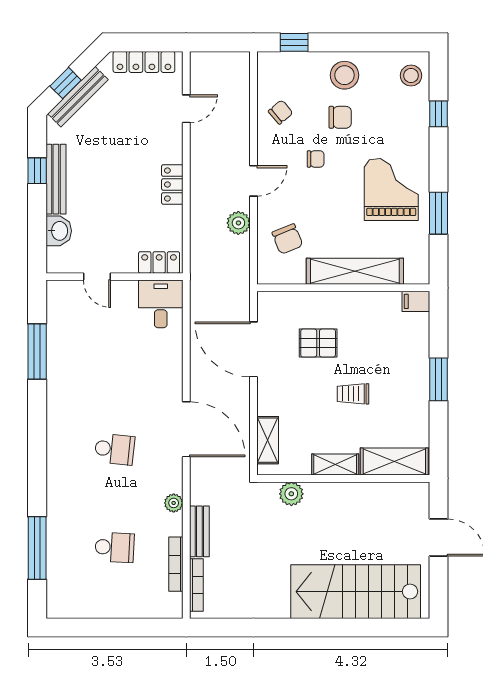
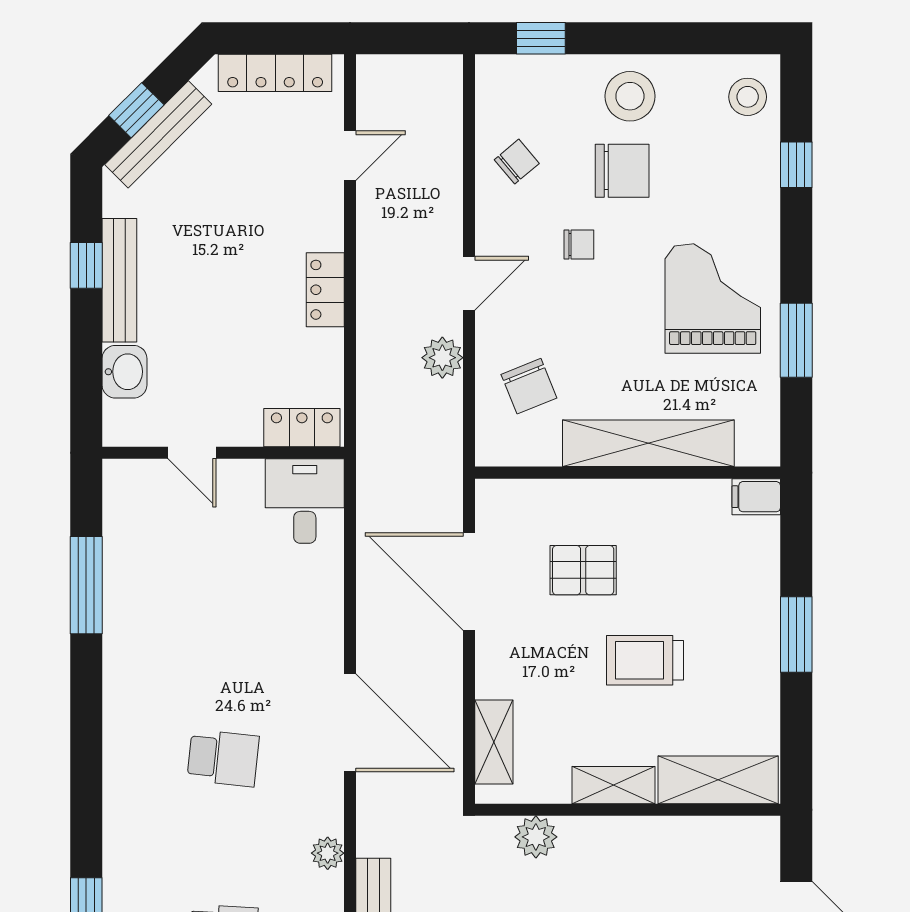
chair: (340, 117) -> (622, 171), width x1.37, depth x1.37
trolley: (353, 394) -> (645, 660), width x1.36, depth x1.39

